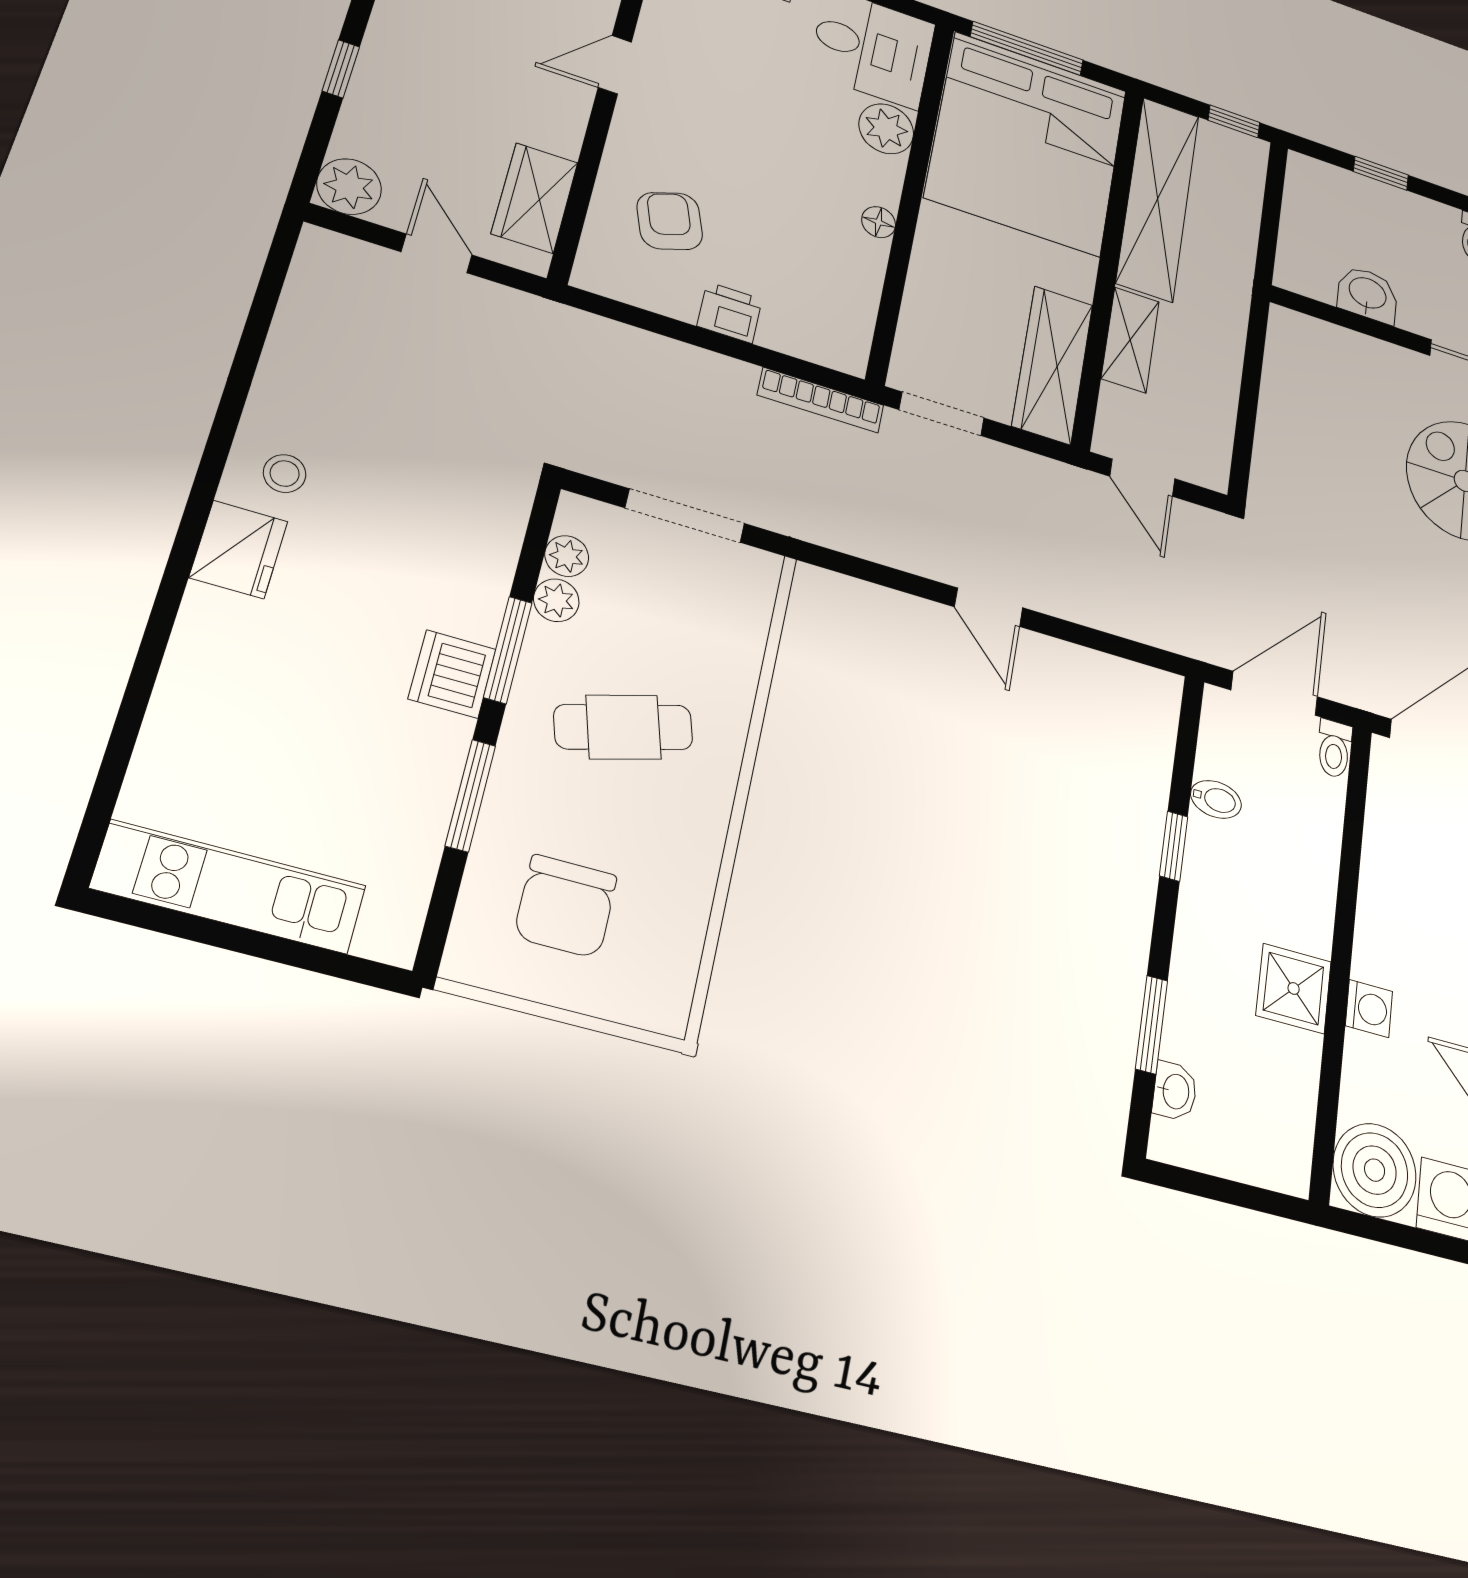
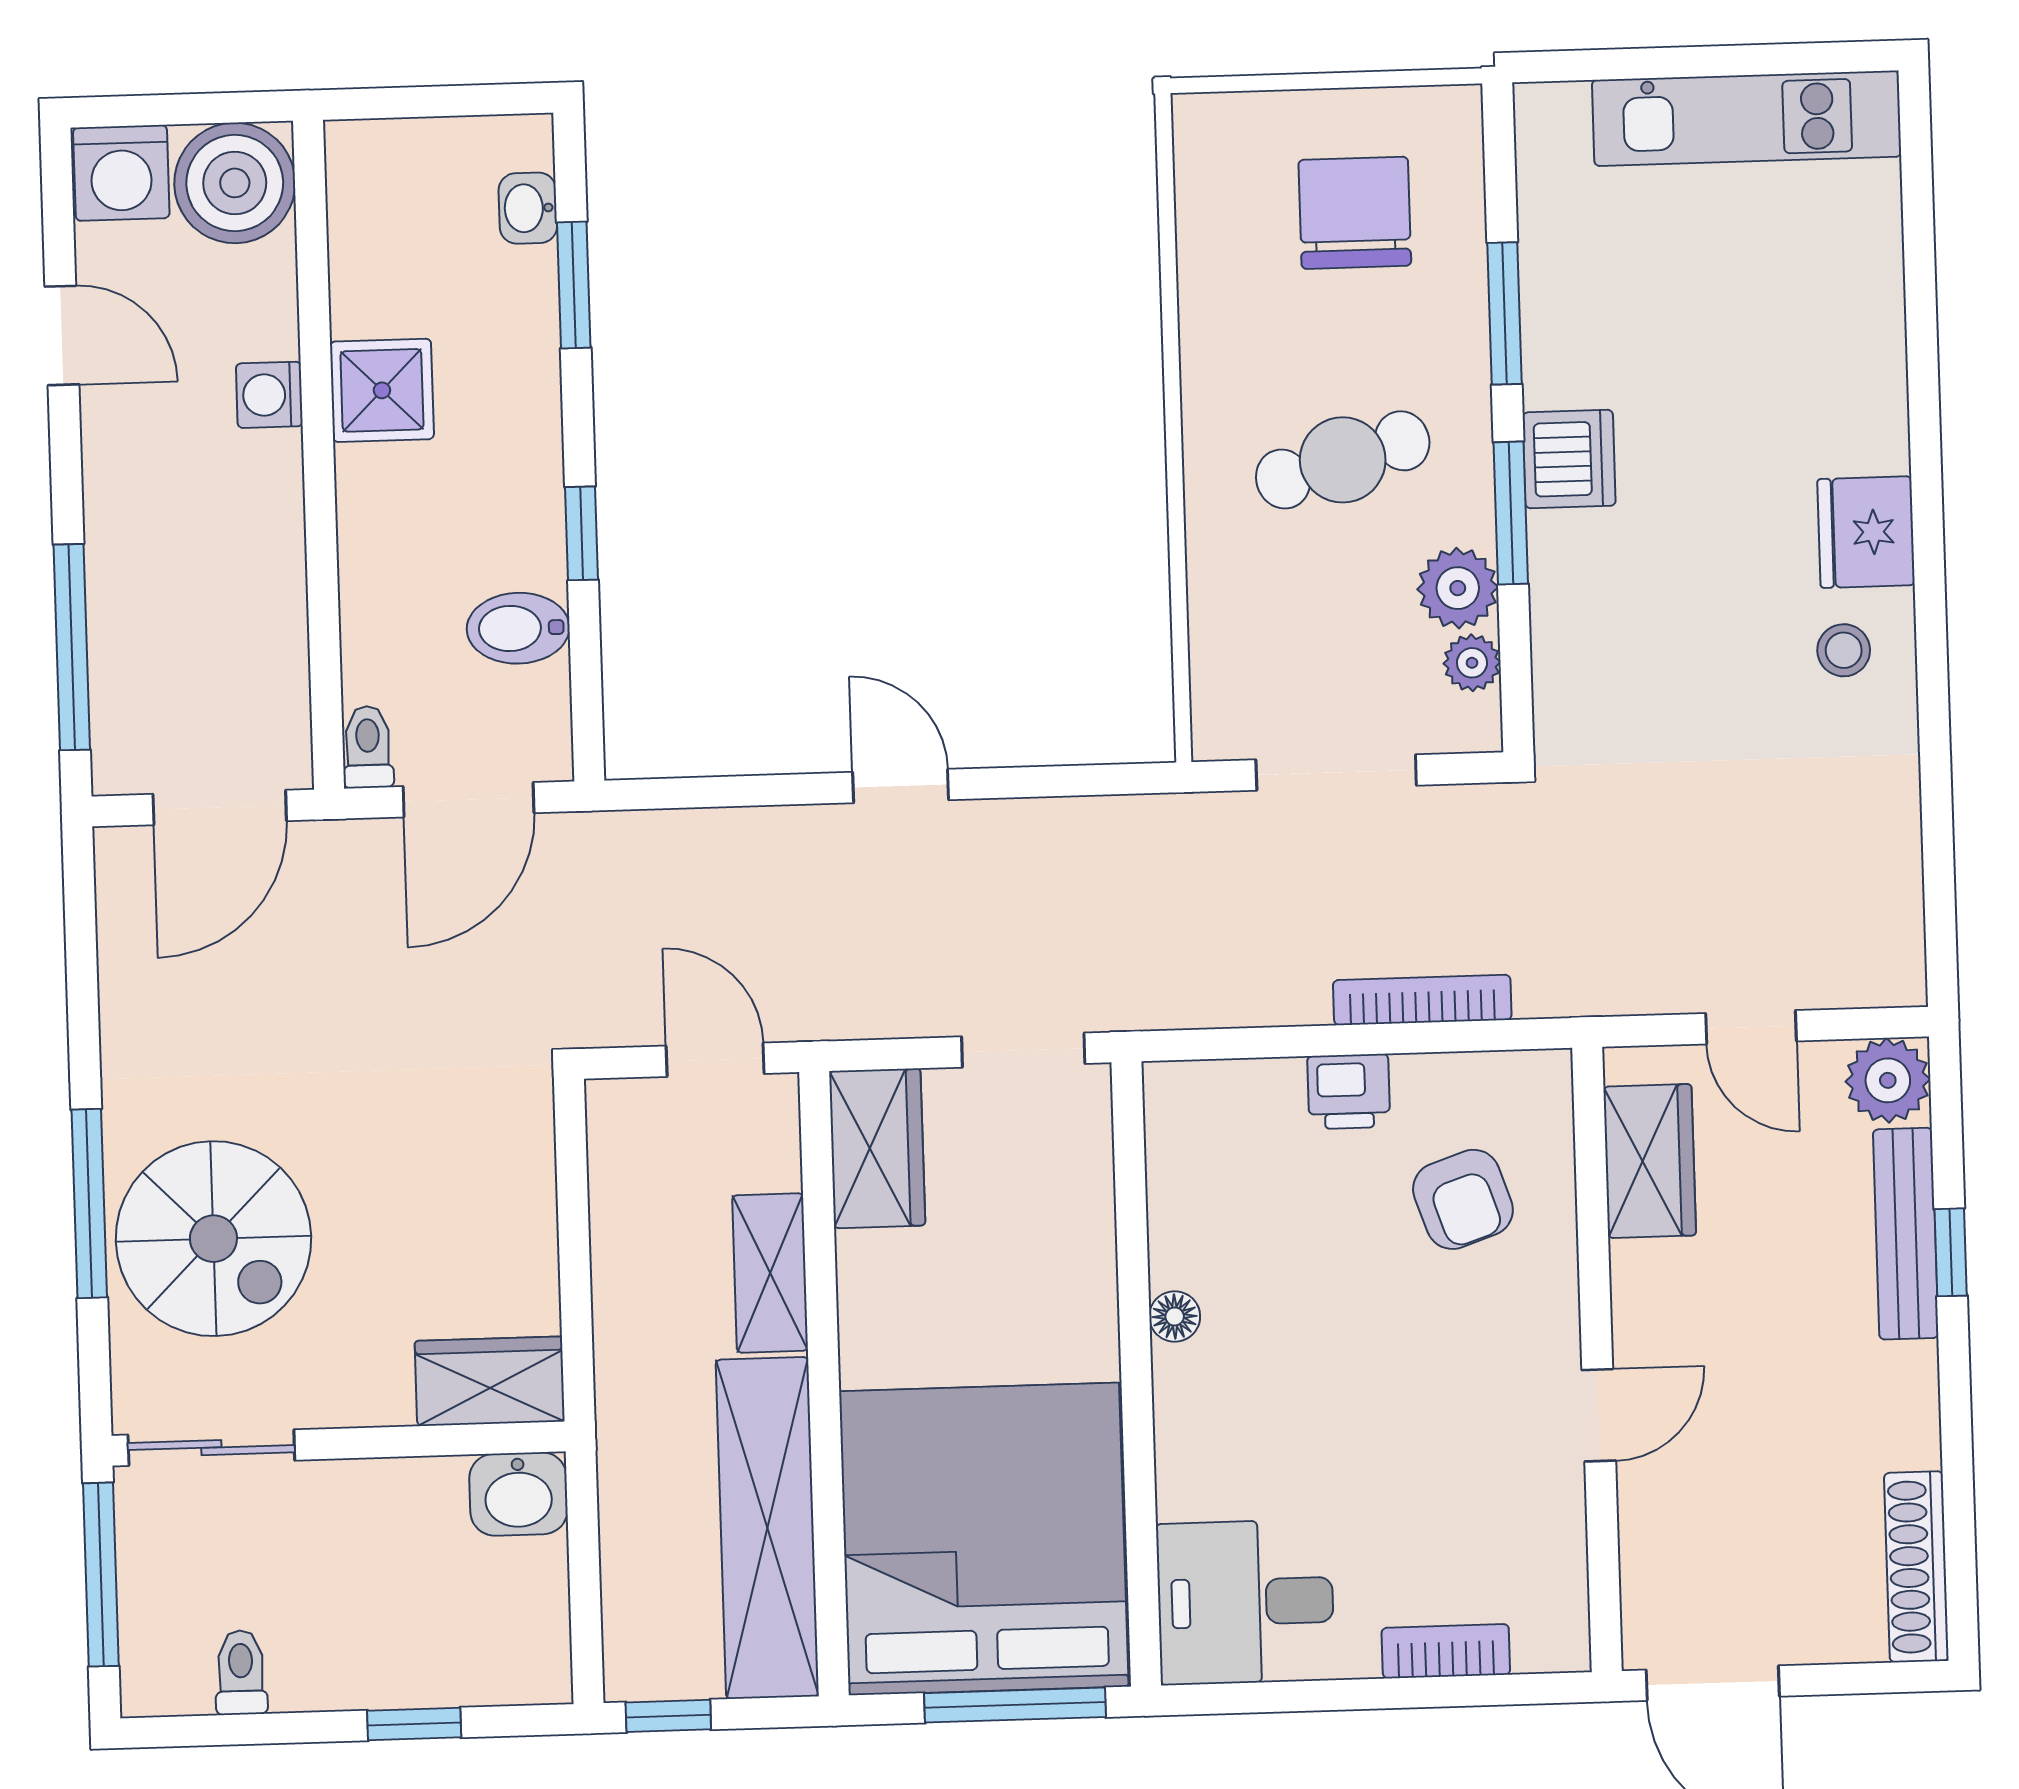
bench: (369, 91) -> (1906, 1234), added
plant: (886, 129) -> (1196, 1475), removed
washbasin: (1367, 294) -> (518, 1494), moved
wardrobe: (1311, 341) -> (490, 1381), added
wardrobe: (1053, 365) -> (877, 1148), width x0.67
bookcase: (821, 400) -> (1422, 1000), moved
plant: (556, 600) -> (1458, 588), width x1.38, depth x1.38
bidet: (1216, 799) -> (518, 628), width x1.38, depth x1.36

